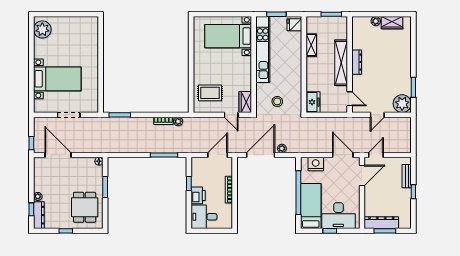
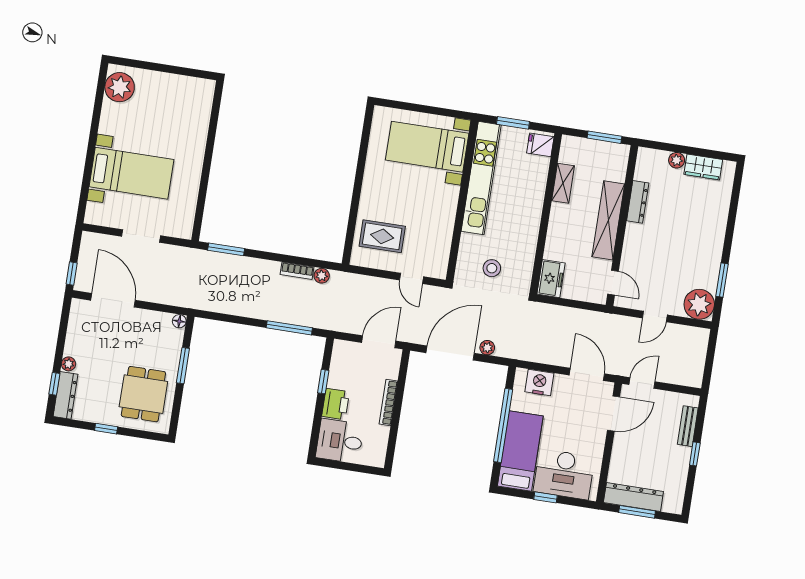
dresser: (357, 62) -> (638, 202), moved
wardrobe: (245, 102) -> (438, 261), removed

